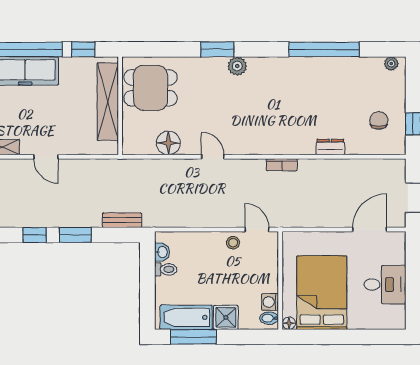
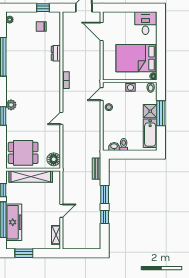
dining table: (151, 88) -> (23, 153), turned 90
floor lamp: (168, 143) -> (54, 159), moved
desk: (385, 285) -> (145, 23), moved
washing machine: (270, 302) -> (131, 87), moved
window: (193, 337) -> (161, 113), moved

